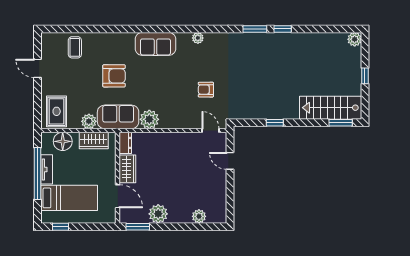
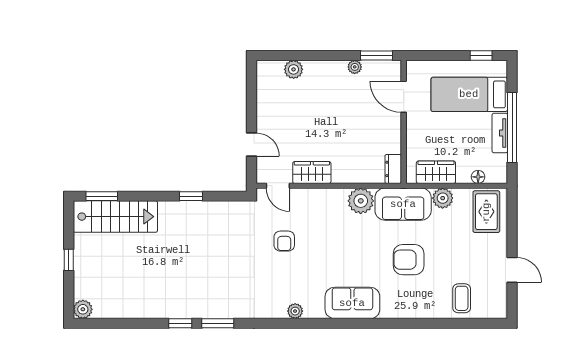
armchair: (206, 90) -> (284, 241), turned 90
floor lamp: (63, 141) -> (478, 177), width x0.53, depth x0.53
wardrobe: (127, 169) -> (312, 173), moved, turned 90
plant: (158, 214) -> (355, 67), width x0.53, depth x0.53

